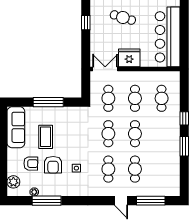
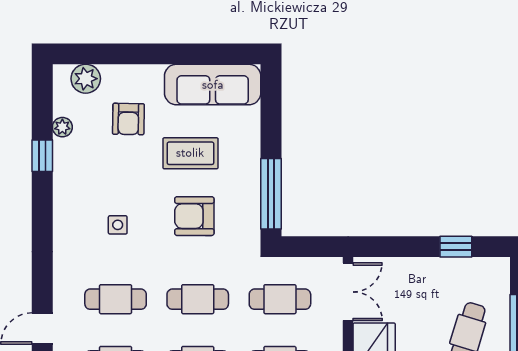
window: (48, 102) -> (271, 194), moved
armchair: (53, 165) -> (194, 216), moved
window: (47, 201) -> (42, 156), width x0.46

